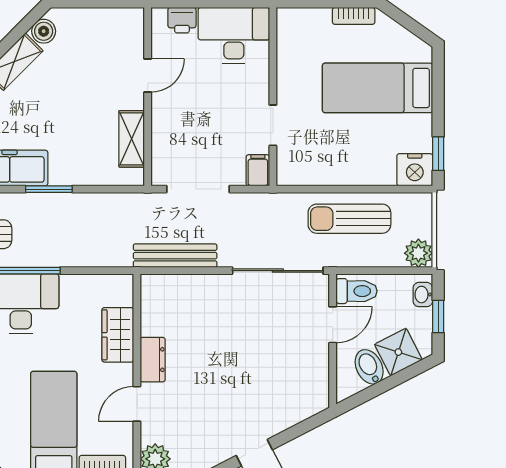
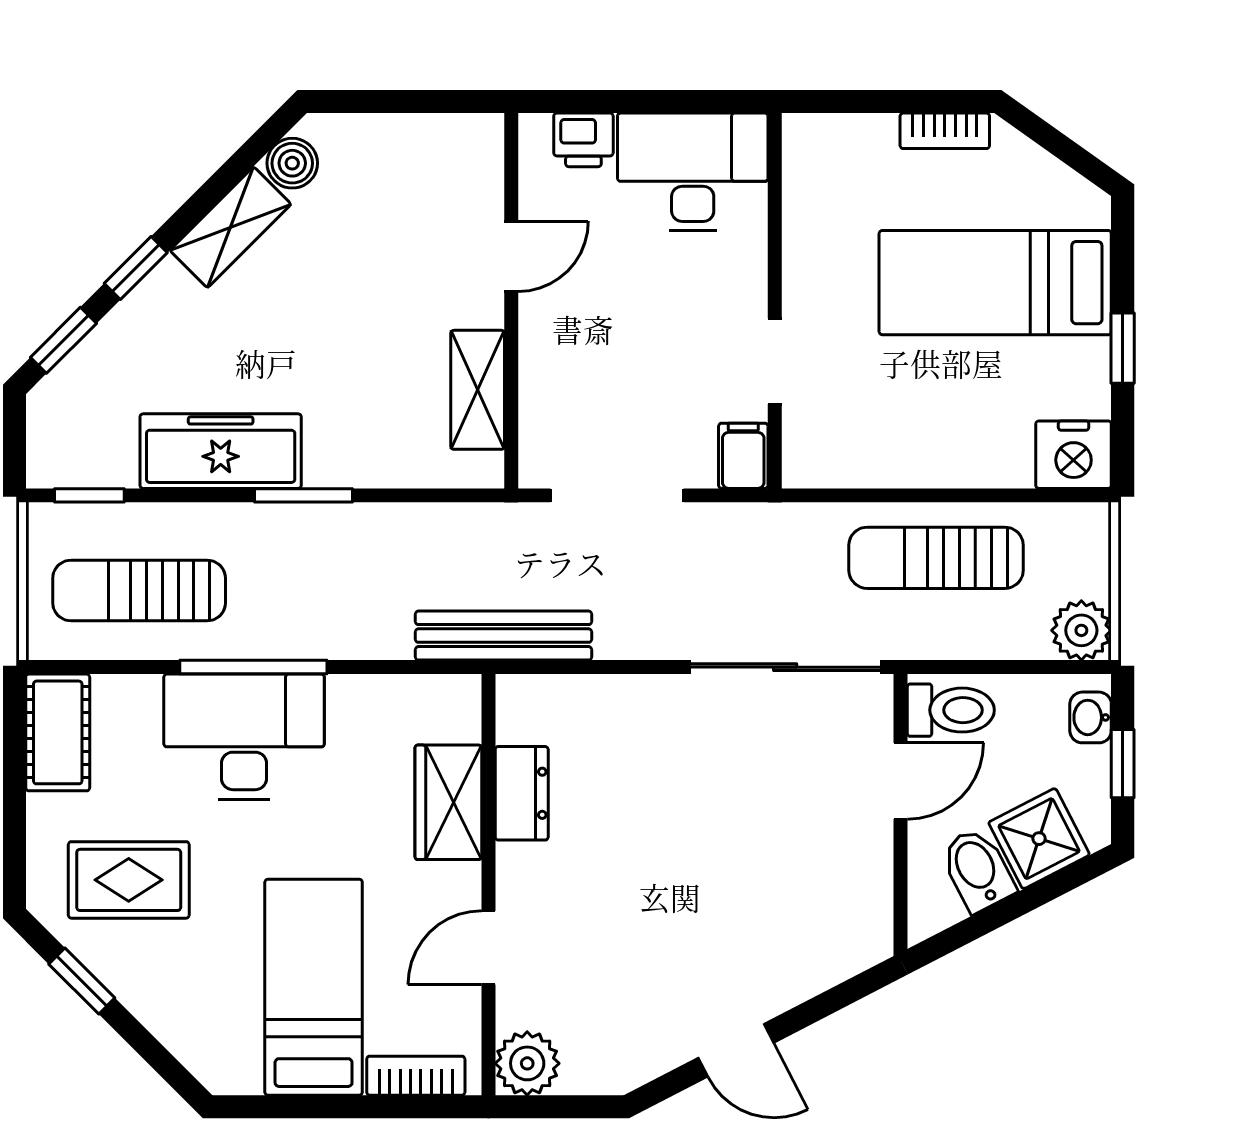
window: (438, 154) -> (1123, 348), moved
bench: (175, 256) -> (504, 636), moved
dresser: (153, 360) -> (522, 793), moved

